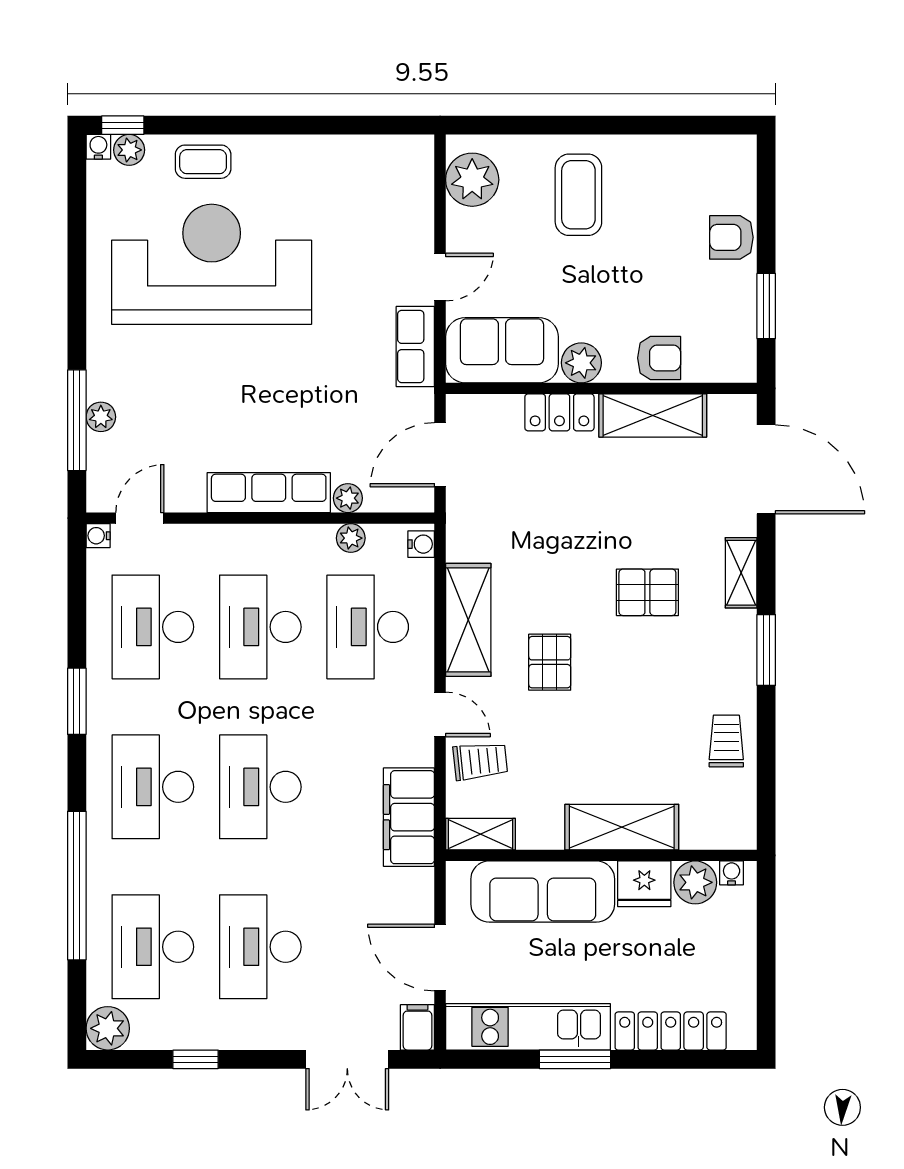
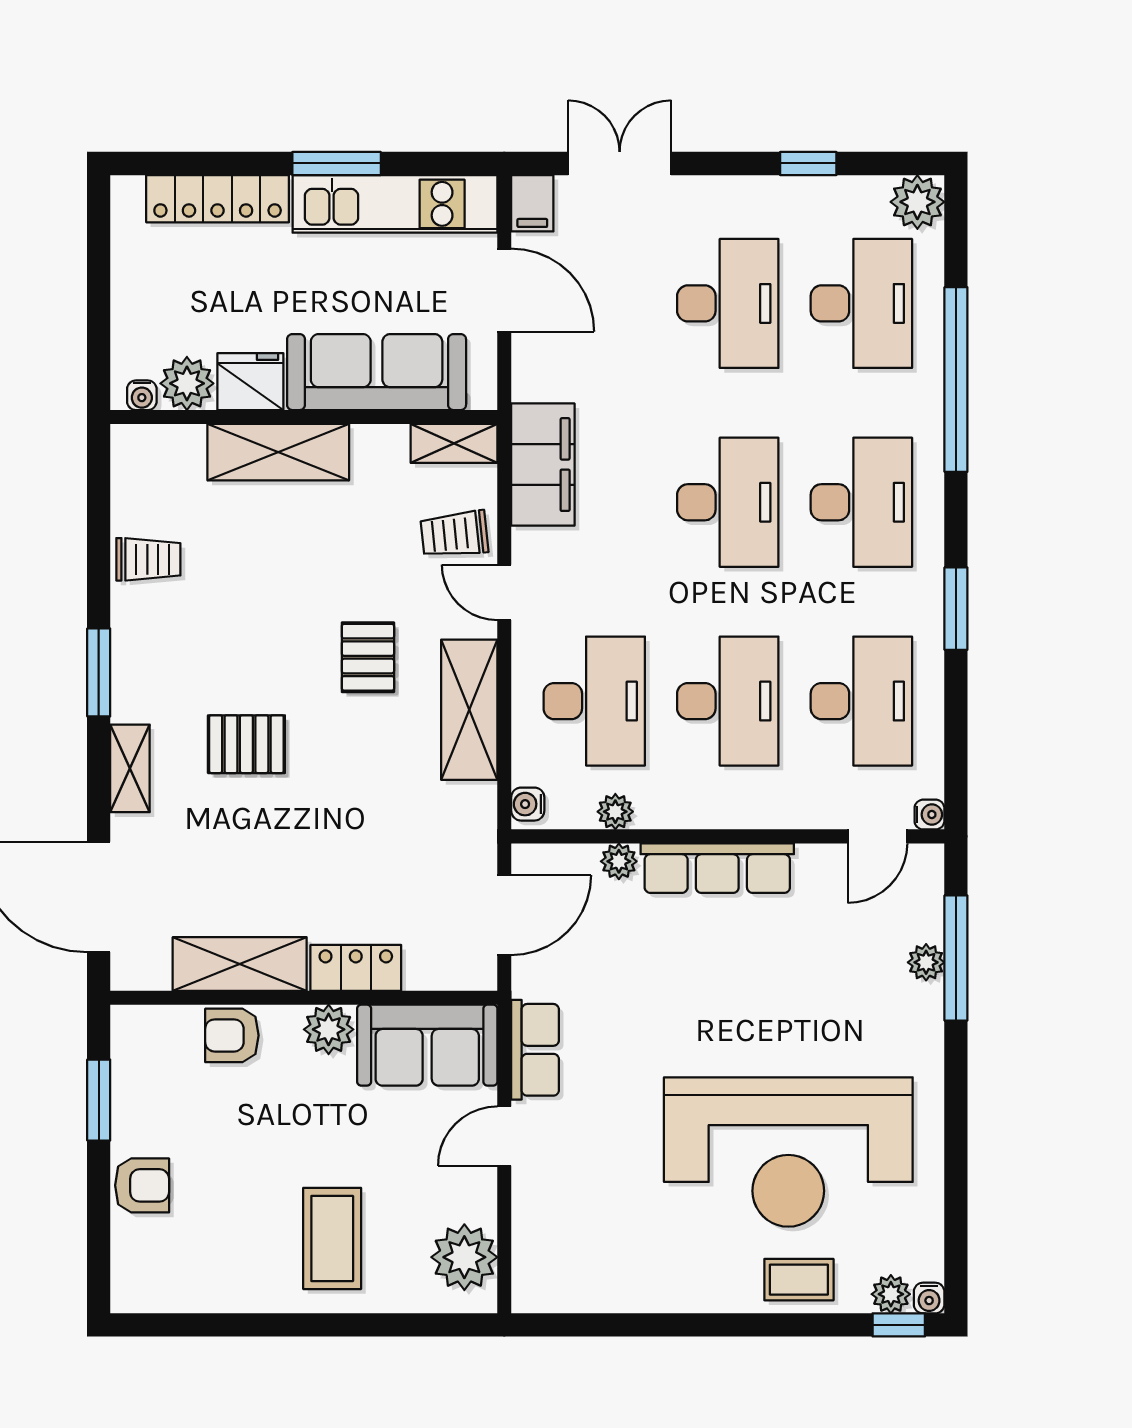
trolley: (726, 741) -> (148, 559), turned -90

